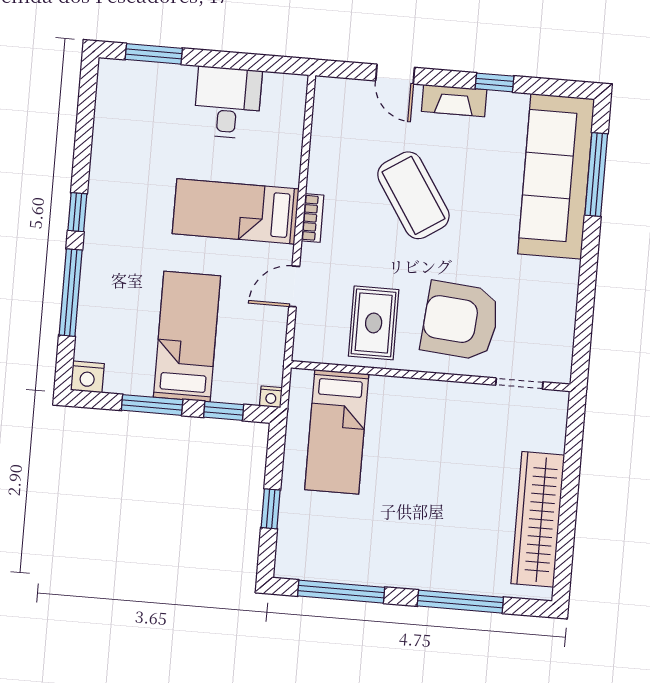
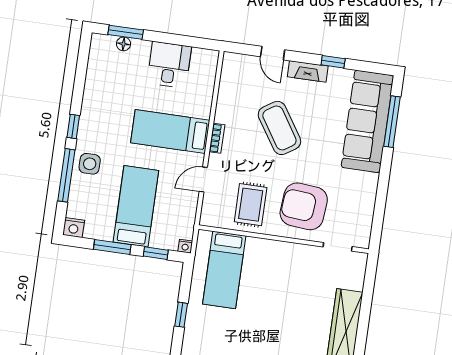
floor lamp: (151, 73) -> (124, 44), added
side table: (107, 272) -> (90, 164), added

